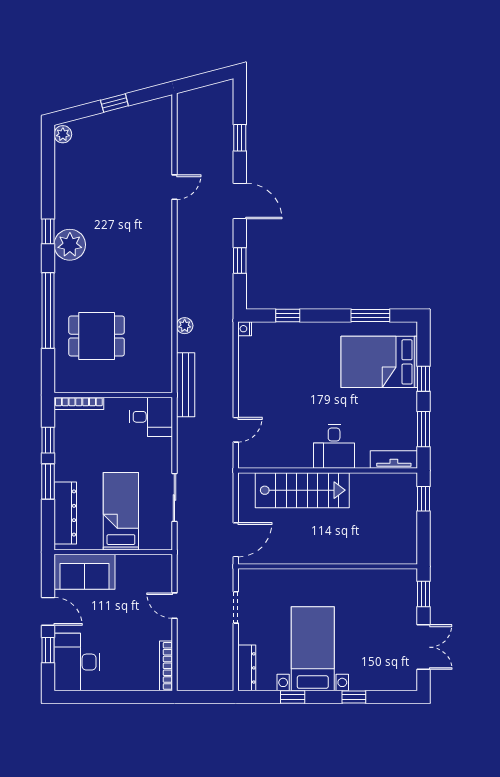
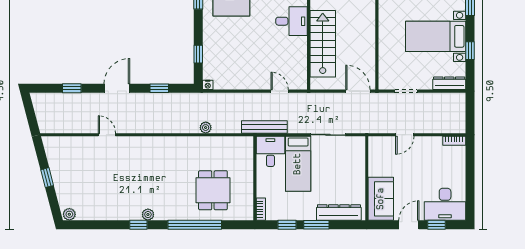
plant: (70, 245) -> (148, 215), width x0.53, depth x0.53
bench: (186, 385) -> (264, 127), moved
bookcase: (79, 403) -> (261, 209), width x0.64
bed: (121, 511) -> (298, 164), moved, turned -90
bookcase: (166, 666) -> (454, 141), width x0.64

